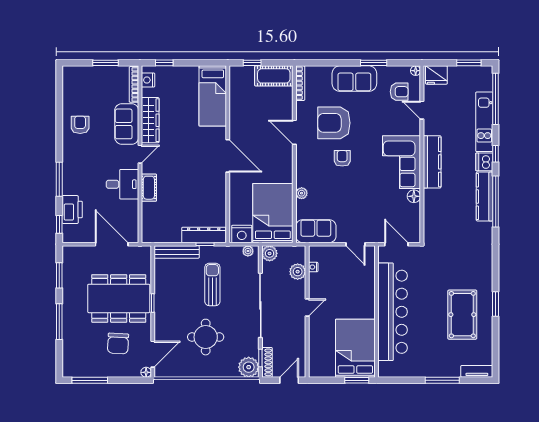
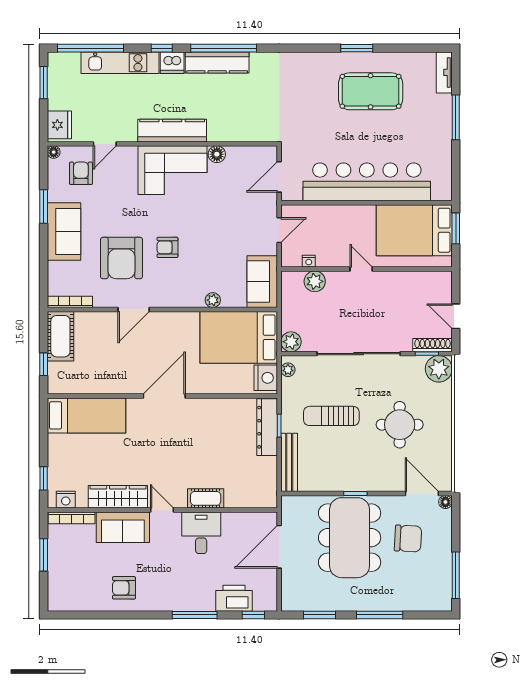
nightstand: (313, 267) -> (309, 261), moved
plant: (298, 272) -> (315, 281), moved
door: (307, 307) -> (361, 269), moved
wall: (307, 312) -> (367, 269), moved

